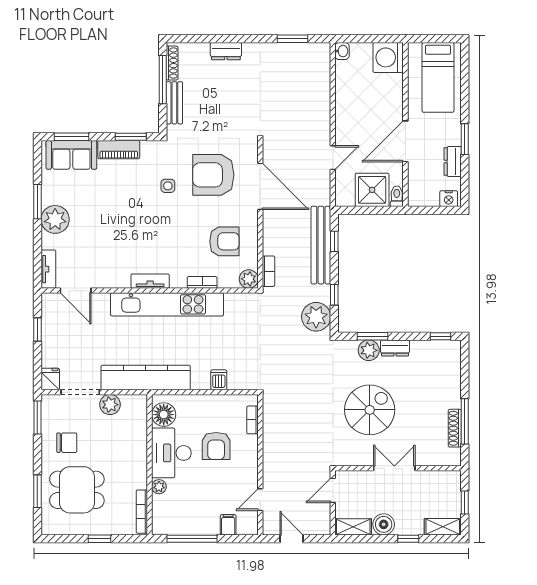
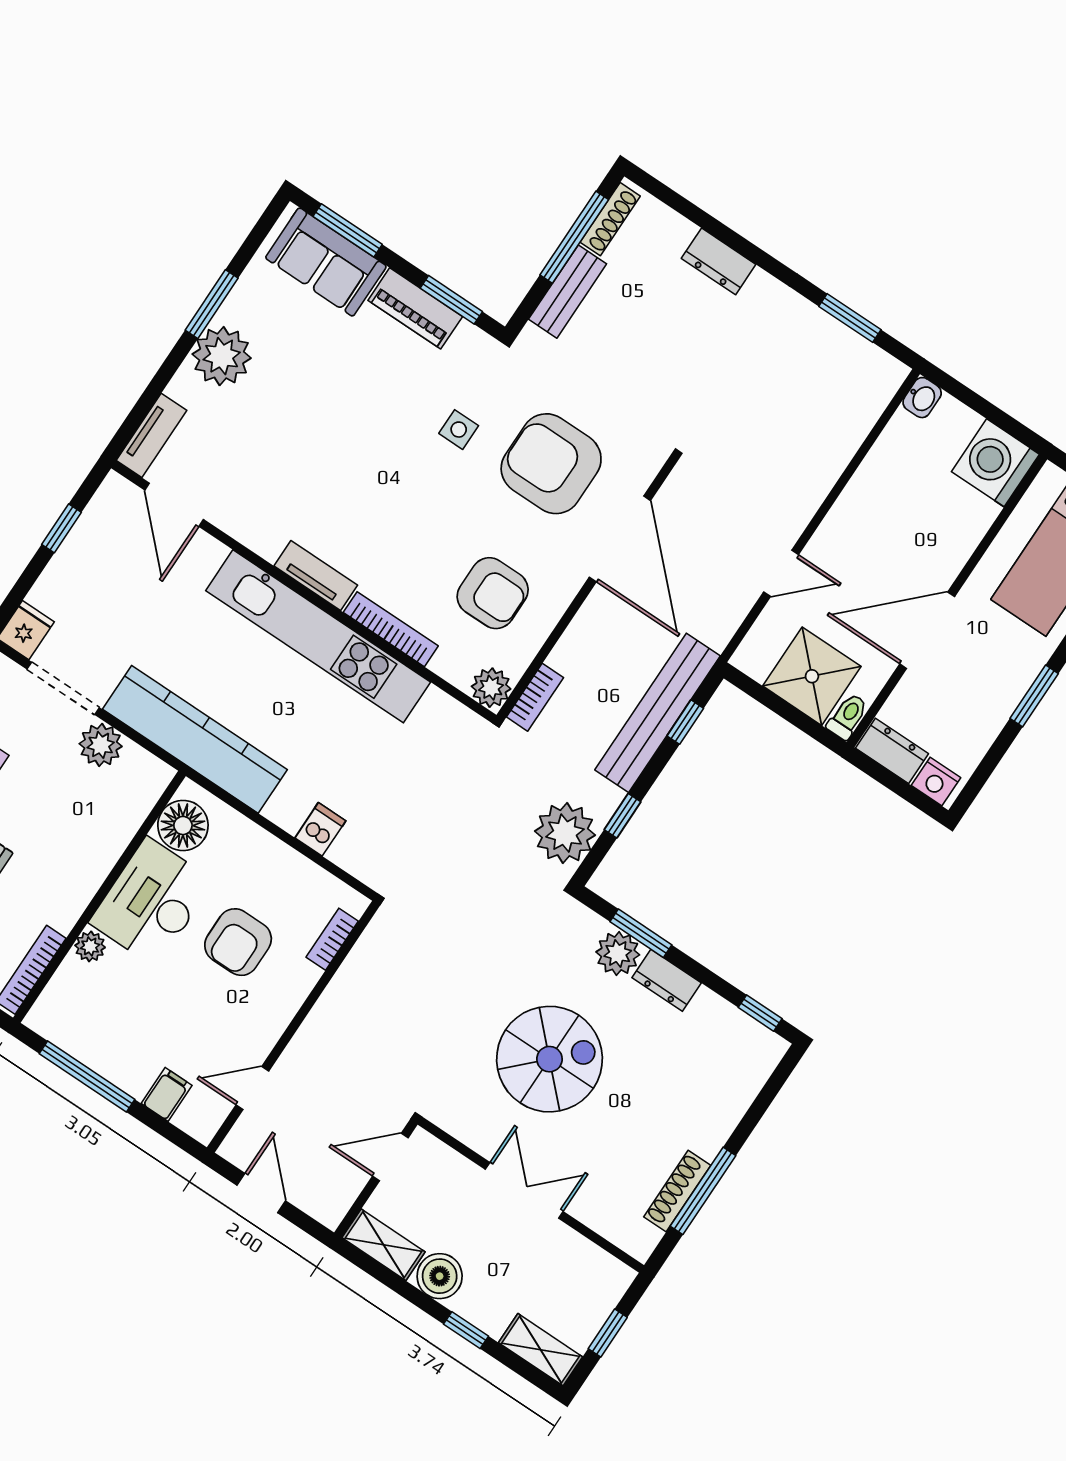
dresser: (453, 162) -> (892, 751), moved, turned 90
bookcase: (202, 282) -> (391, 629), width x1.56

